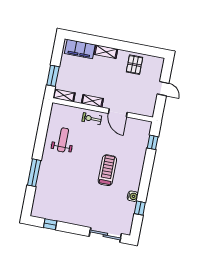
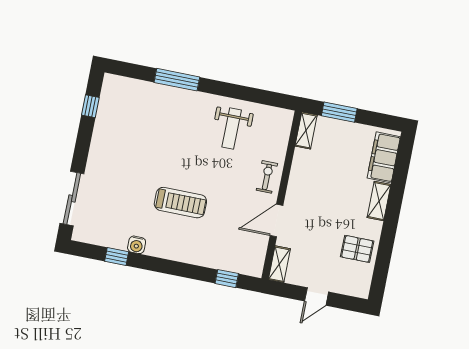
shelving: (92, 101) -> (279, 264), moved
weight bench: (63, 140) -> (232, 129), turned 90

